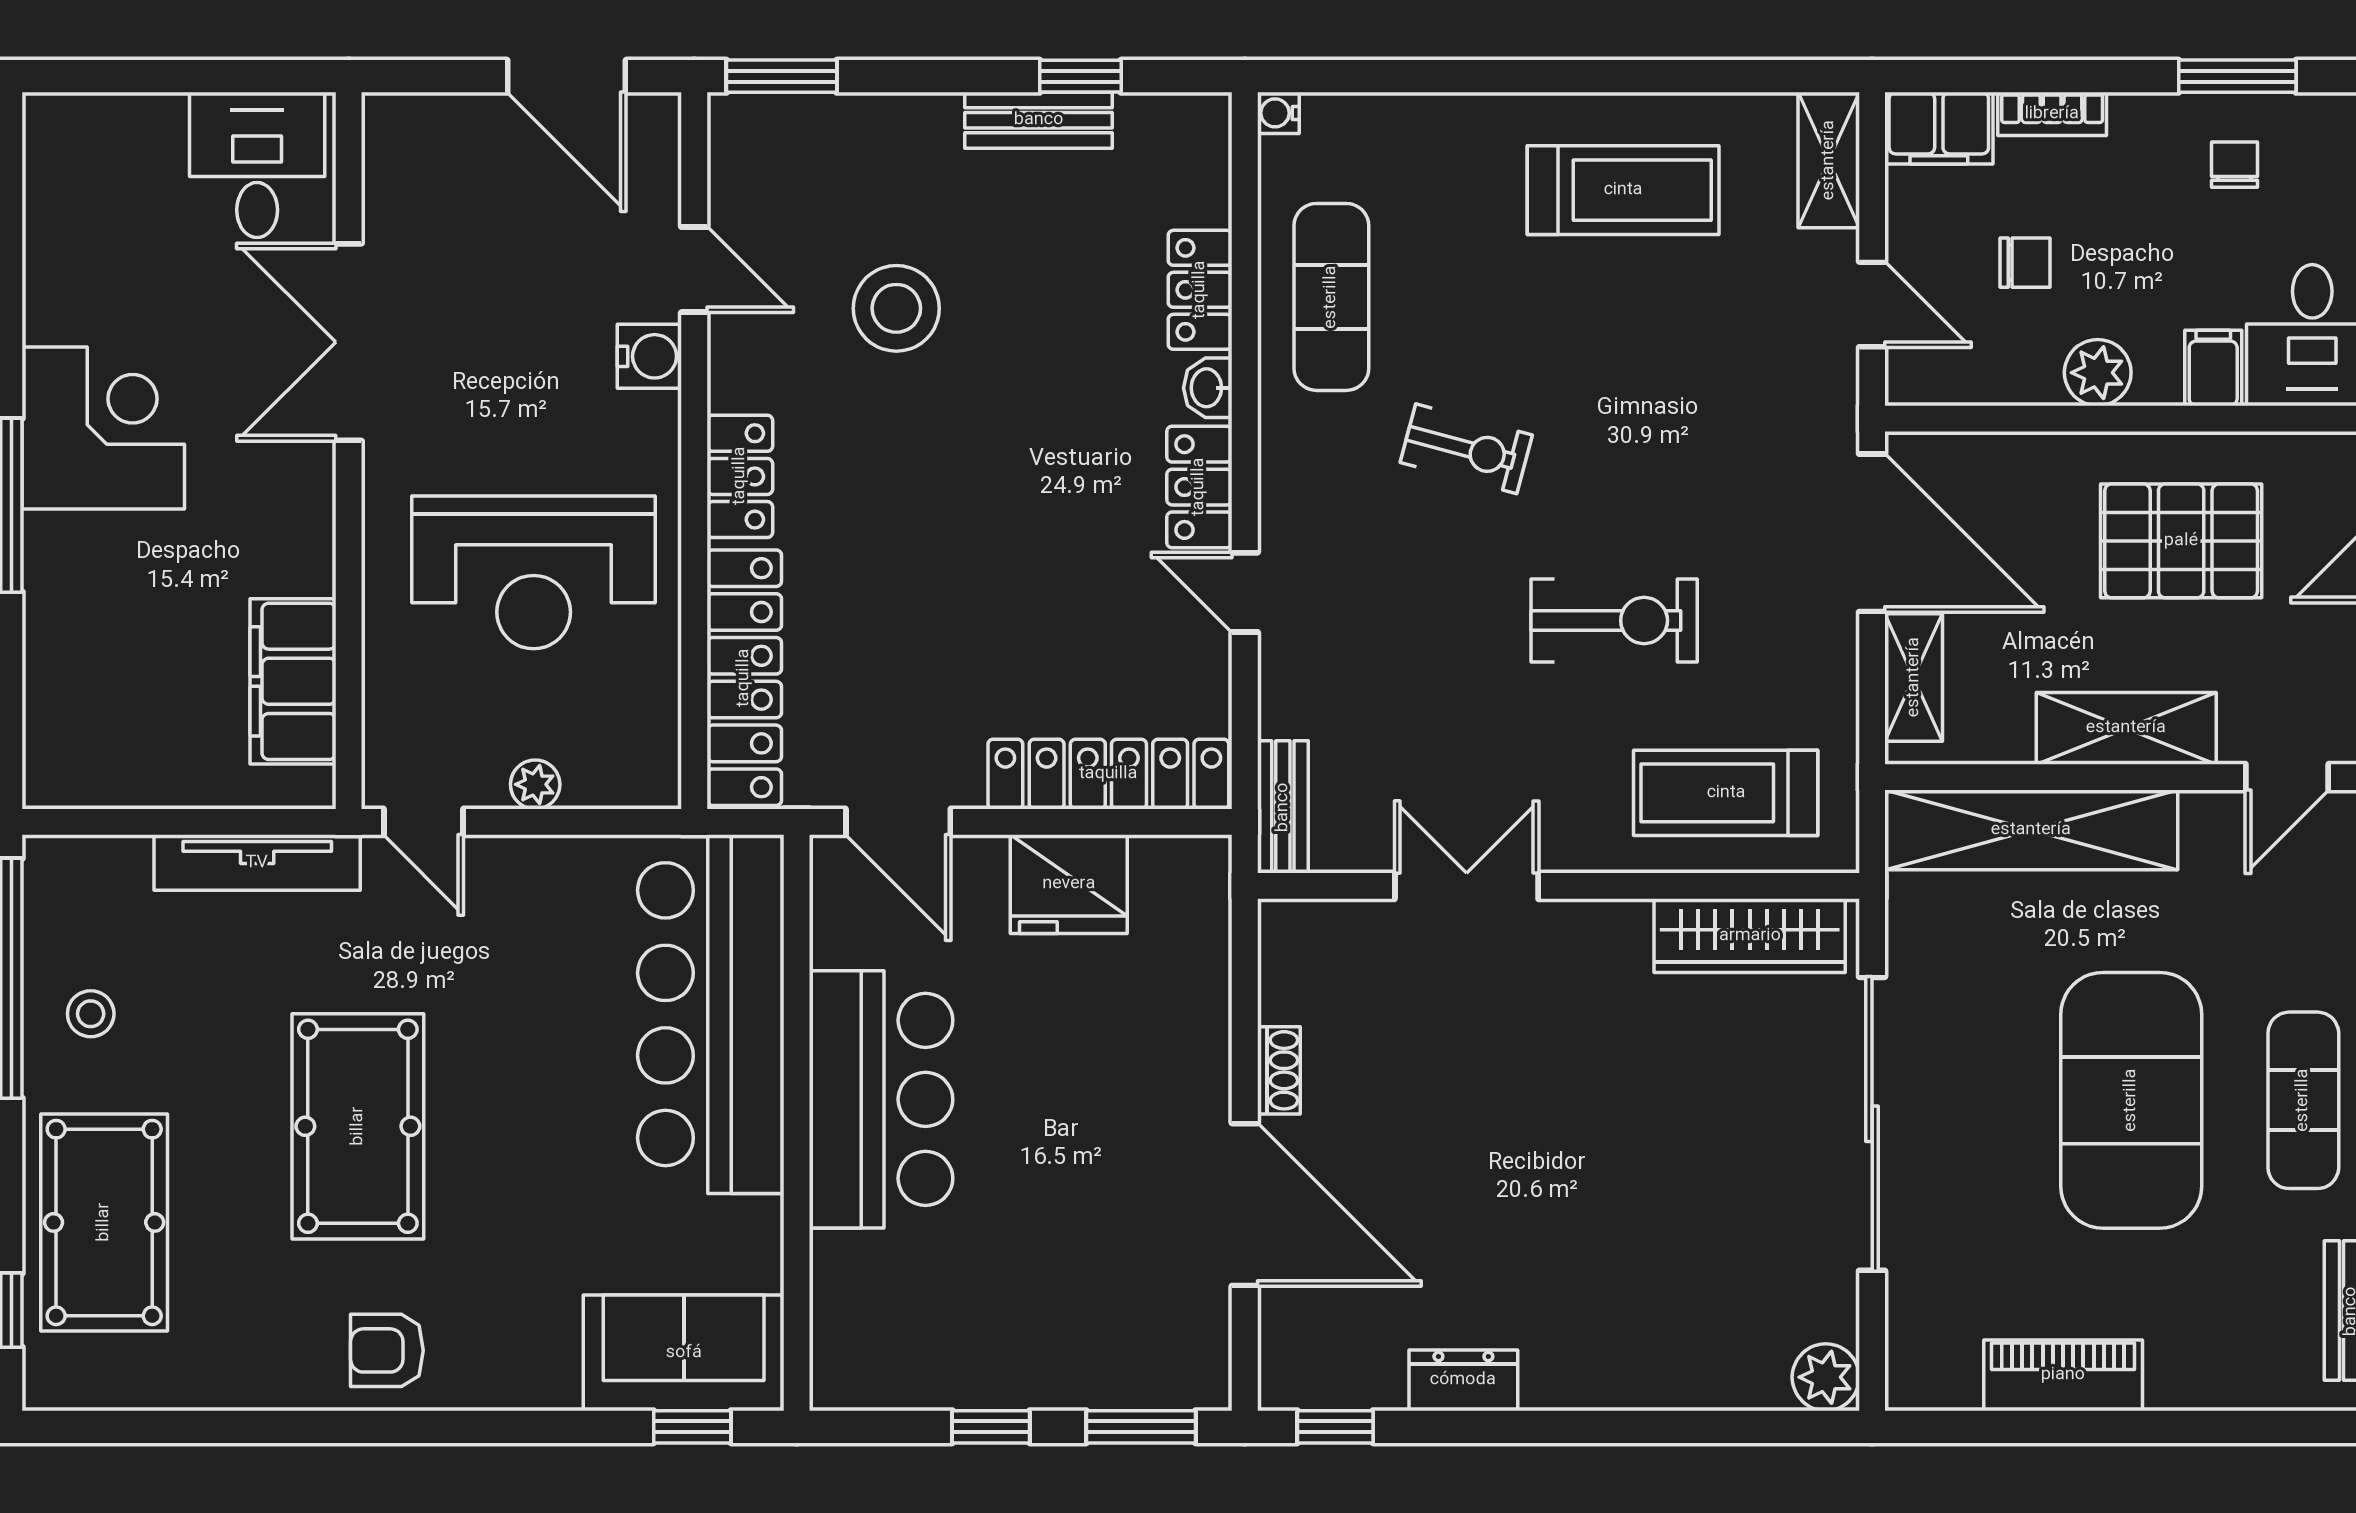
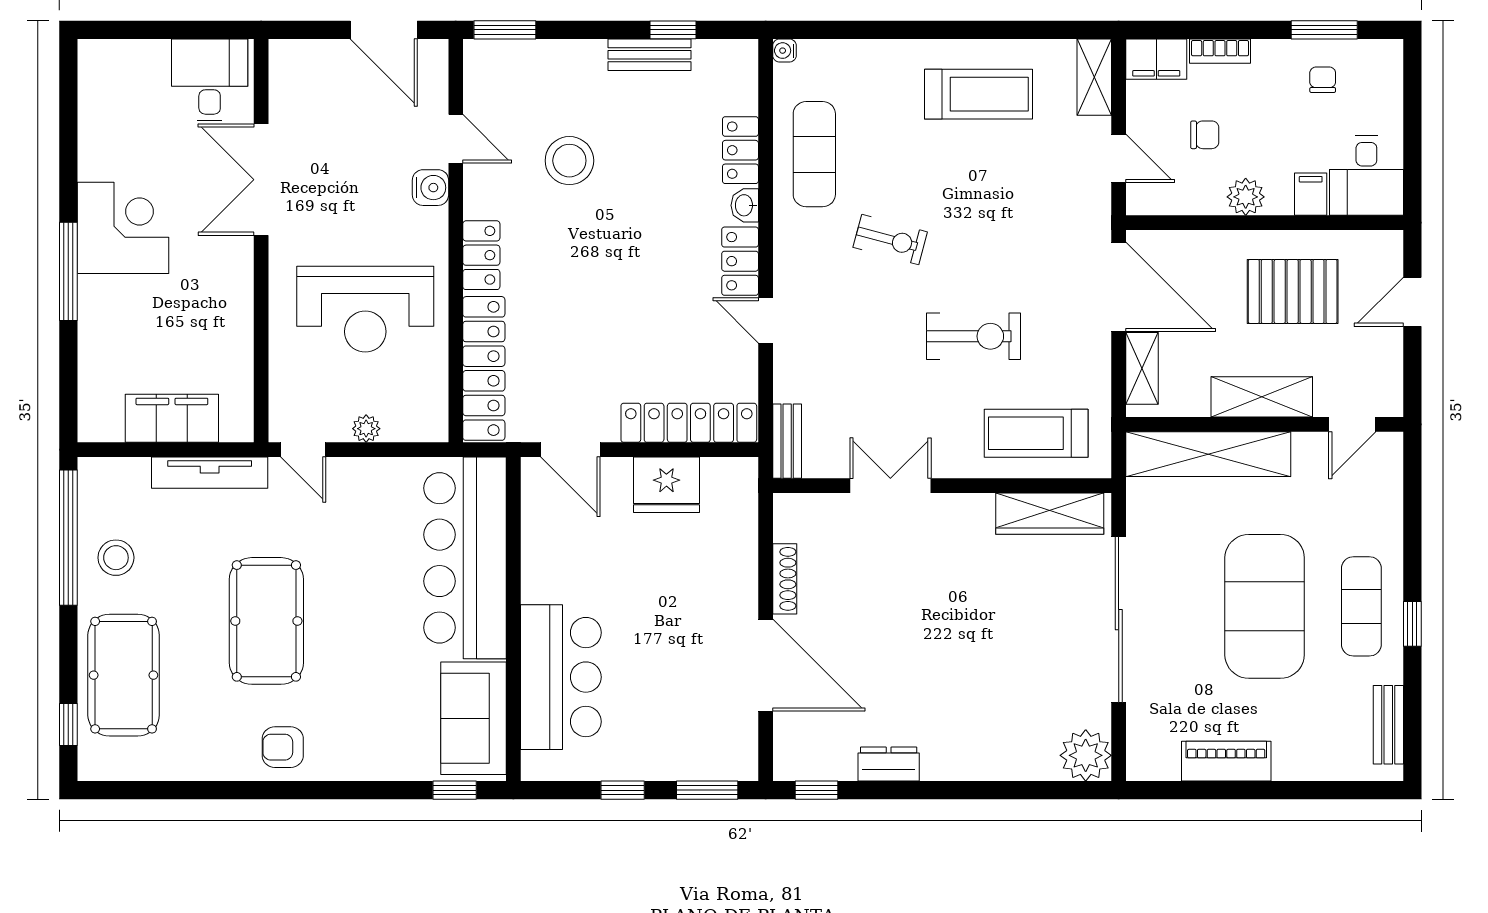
filing cabinet: (293, 681) -> (172, 418), moved, turned 90
stool: (91, 1014) -> (116, 558), width x1.37, depth x1.37
shoe rack: (1279, 1070) -> (785, 579), width x1.43
bar counter: (881, 1099) -> (561, 677), moved
sofa: (684, 1353) -> (474, 718), moved, turned -90
plant: (1826, 1377) -> (1086, 755), width x1.36, depth x1.36

